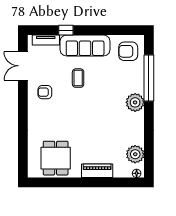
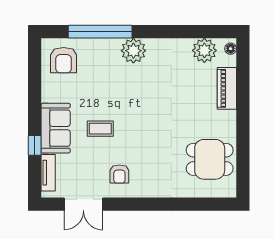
sofa: (85, 45) -> (56, 128), width x0.73
piano: (97, 171) -> (227, 88), moved

